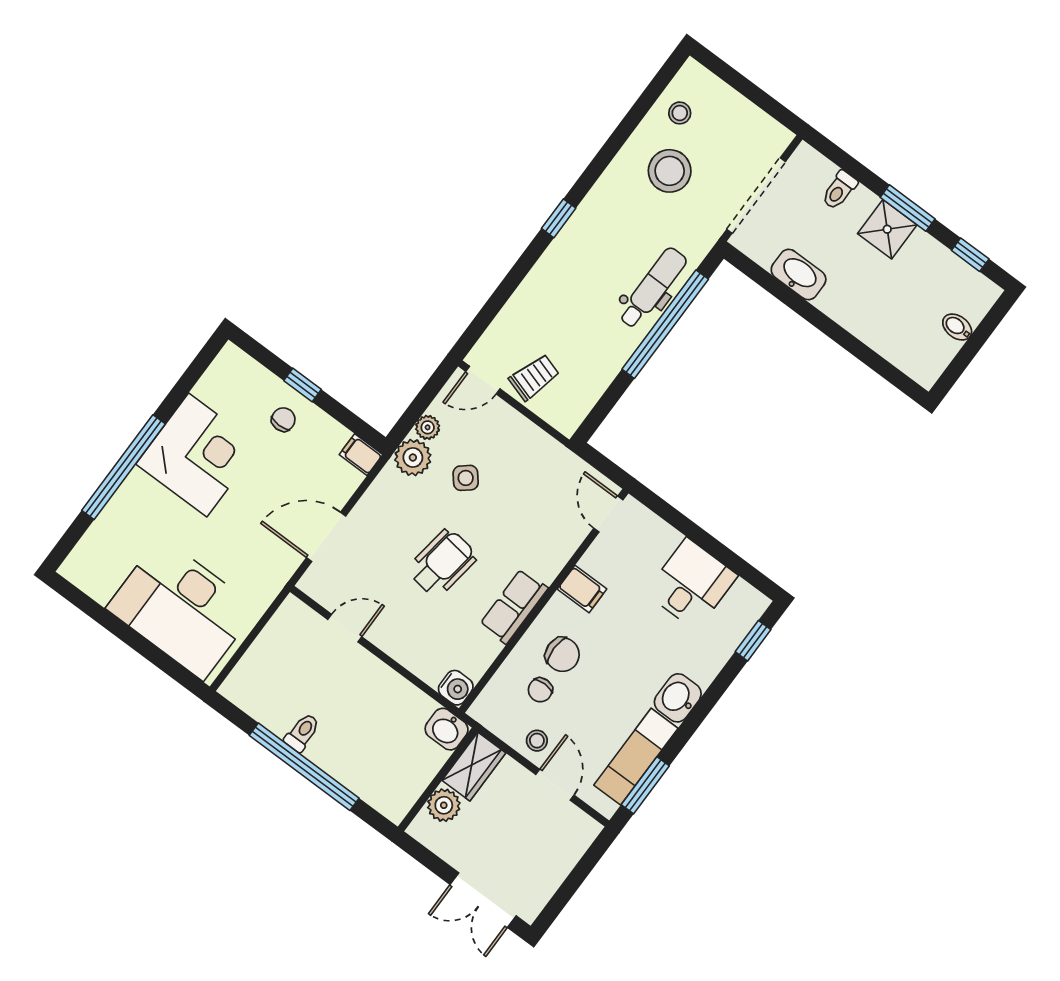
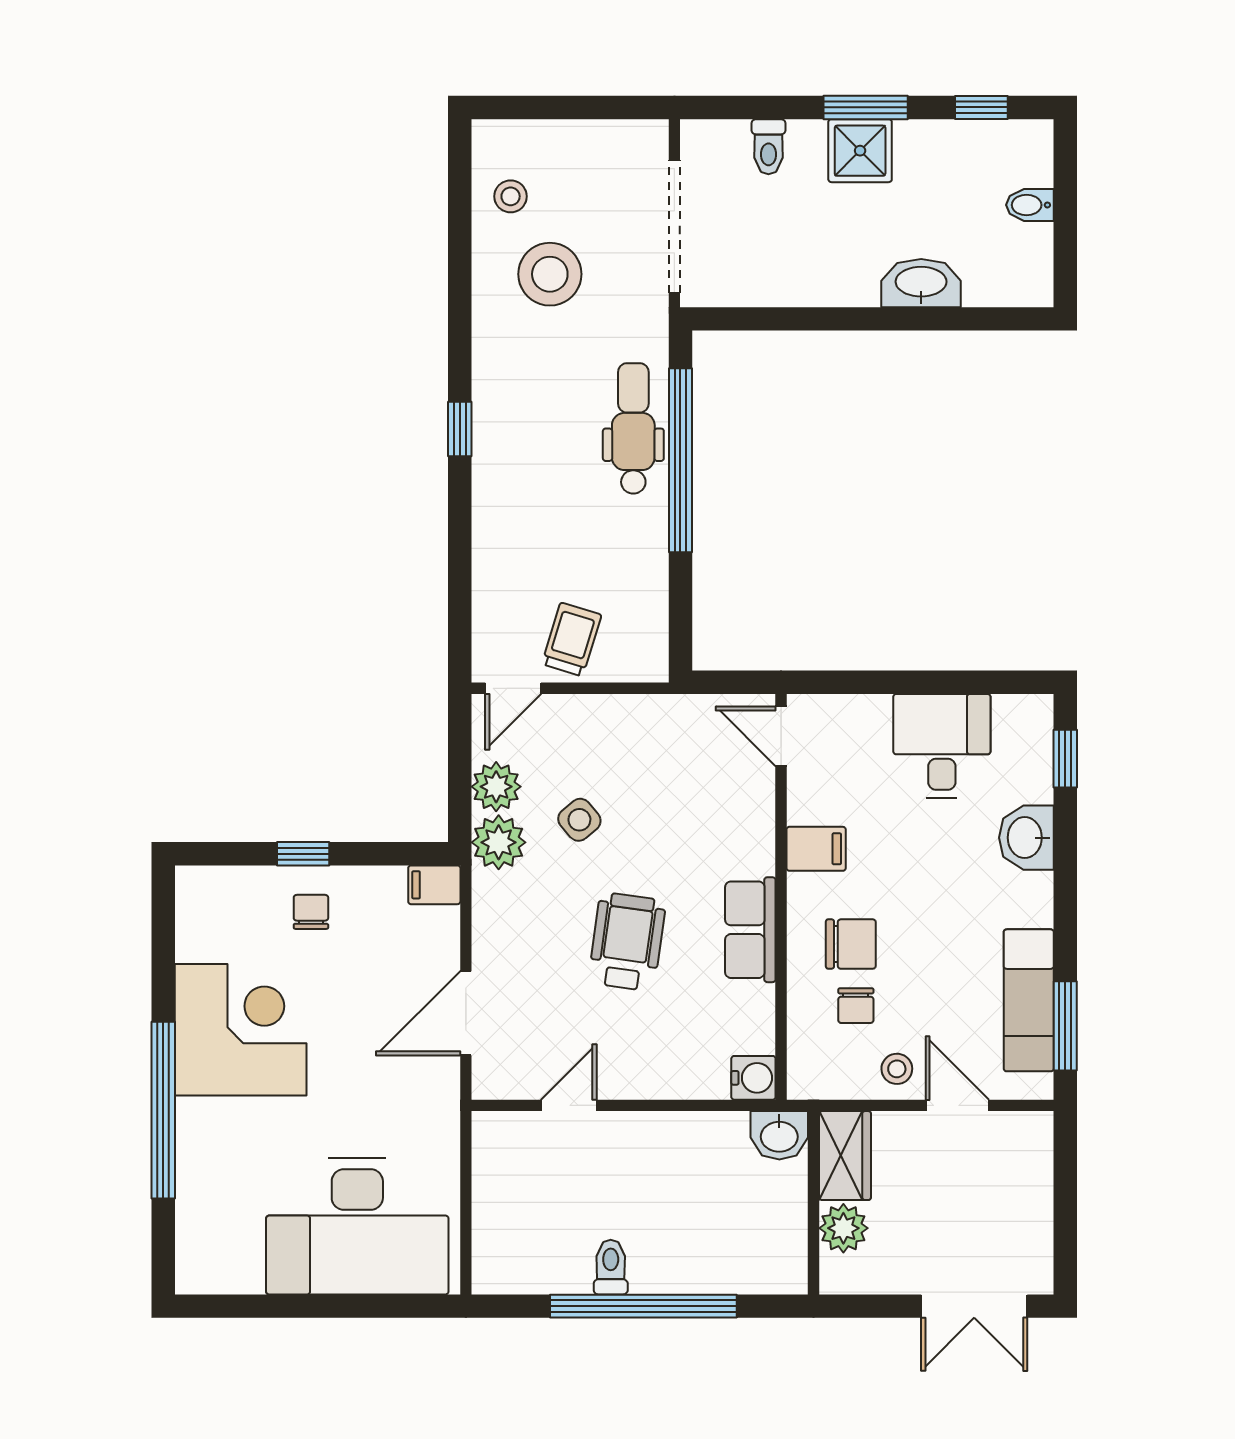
washbasin: (799, 274) -> (921, 283), moved
plant: (428, 427) -> (496, 787), width x1.38, depth x1.38
washbasin: (678, 698) -> (1026, 838), moved

